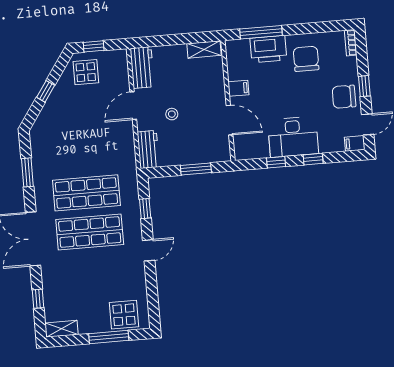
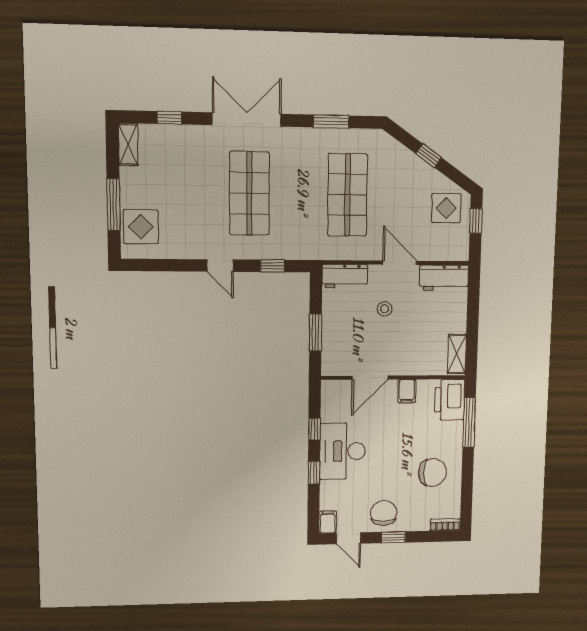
printer: (268, 49) -> (449, 400), moved
shop shelf: (86, 193) -> (347, 195), moved

